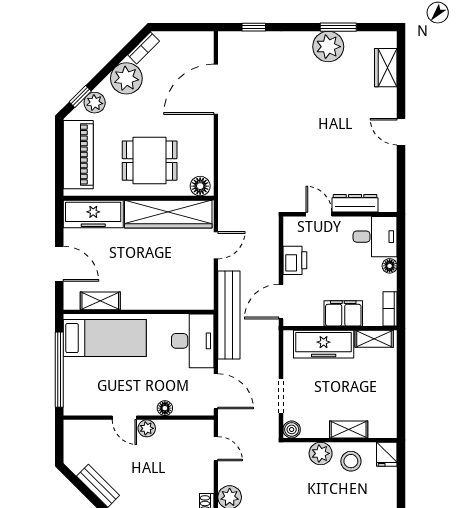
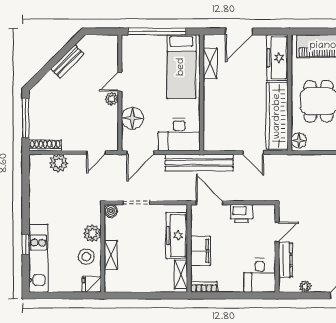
plant: (389, 178) -> (305, 286), added
floor lamp: (390, 266) -> (237, 287), removed
floor lamp: (165, 408) -> (132, 118), width x1.89, depth x1.89

